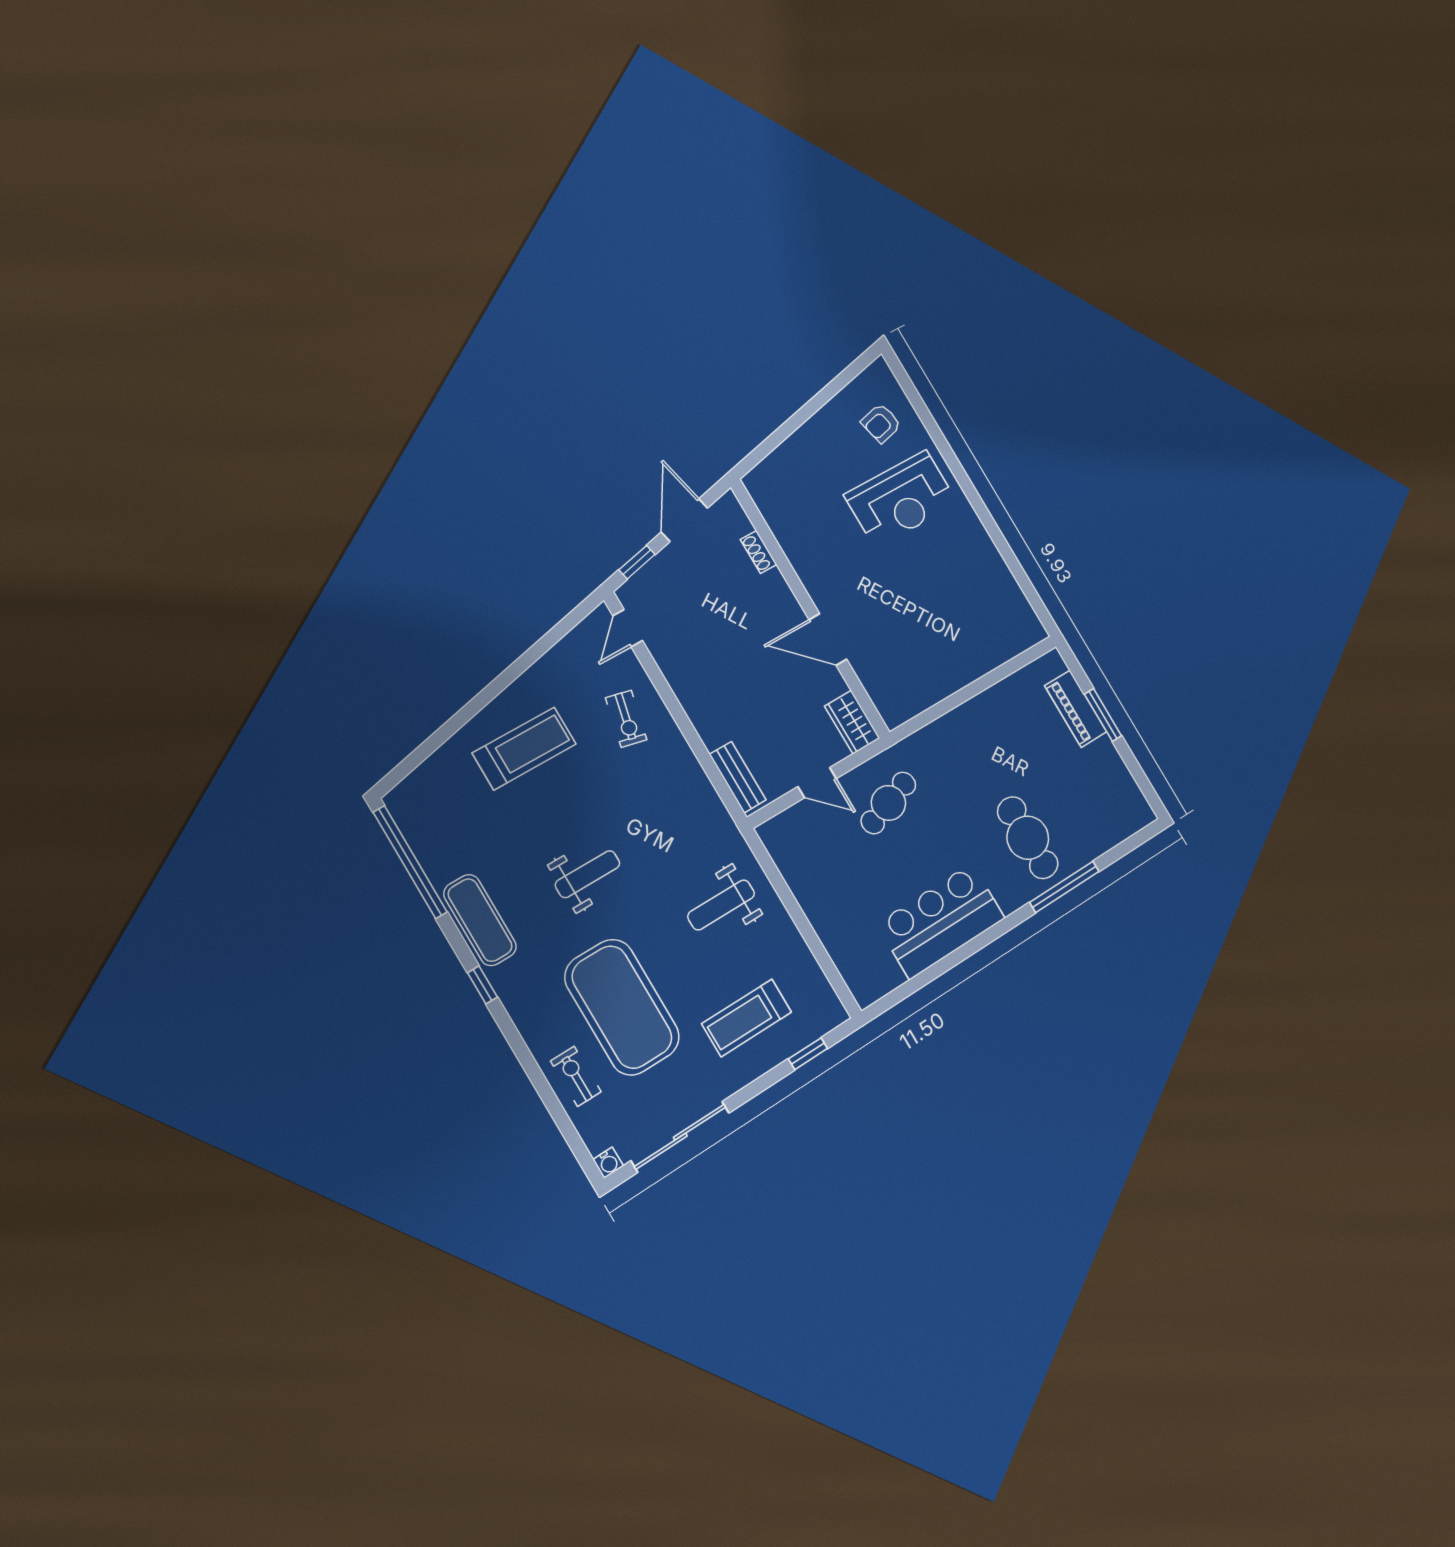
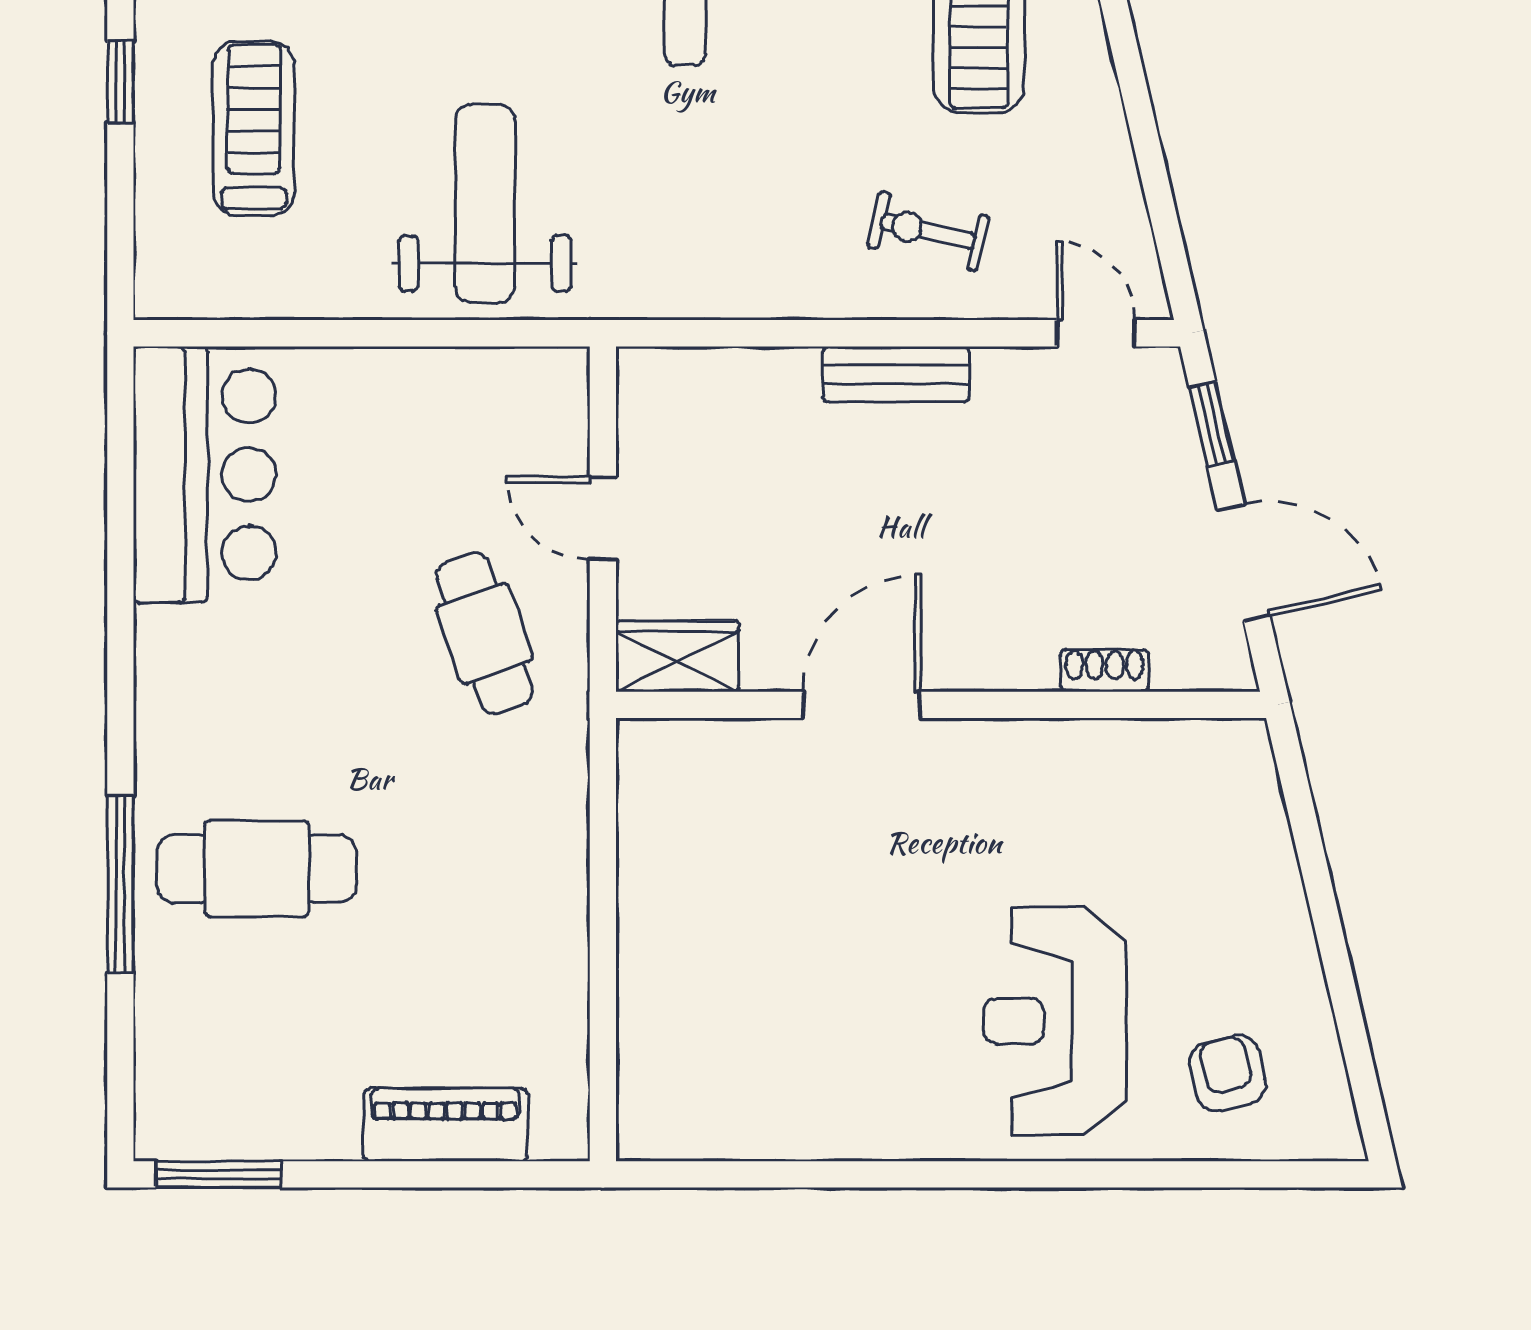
window: (1103, 715) -> (218, 1174), moved
bench: (738, 777) -> (896, 374), moved
door: (817, 783) -> (603, 519), hinge flipped
weight bench: (721, 905) -> (485, 204), width x1.36, depth x1.33
bar counter: (941, 921) -> (205, 474), moved
window: (808, 1054) -> (120, 82), moved

